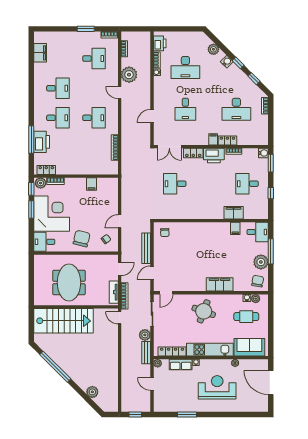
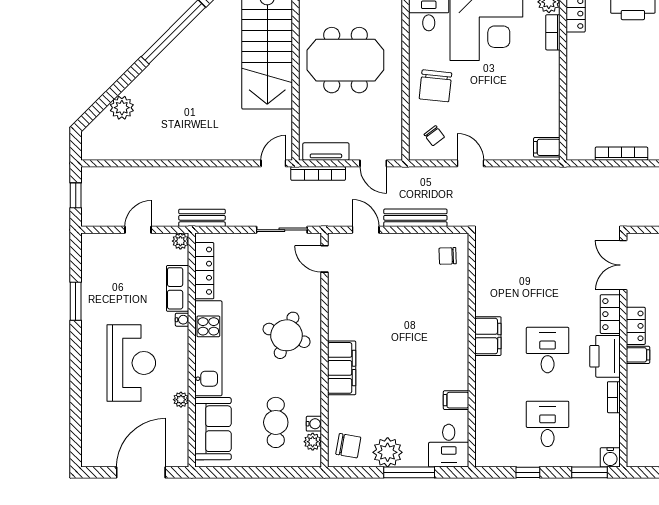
locker: (227, 141) -> (636, 326), moved
filing cabinet: (91, 184) -> (547, 147), moved
desk: (175, 184) -> (548, 350), moved
filing cabinet: (234, 213) -> (488, 336), moved
chair: (82, 238) -> (435, 86), turned 82
plant: (145, 335) -> (238, 215), removed

